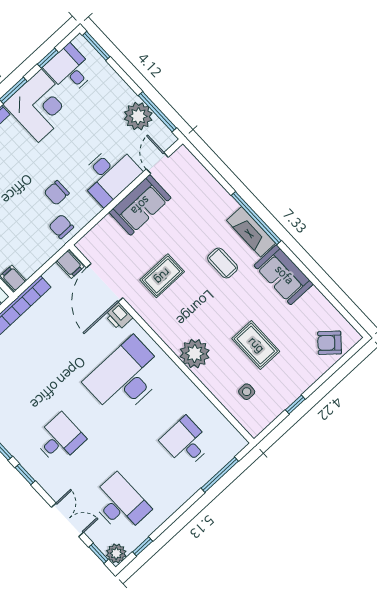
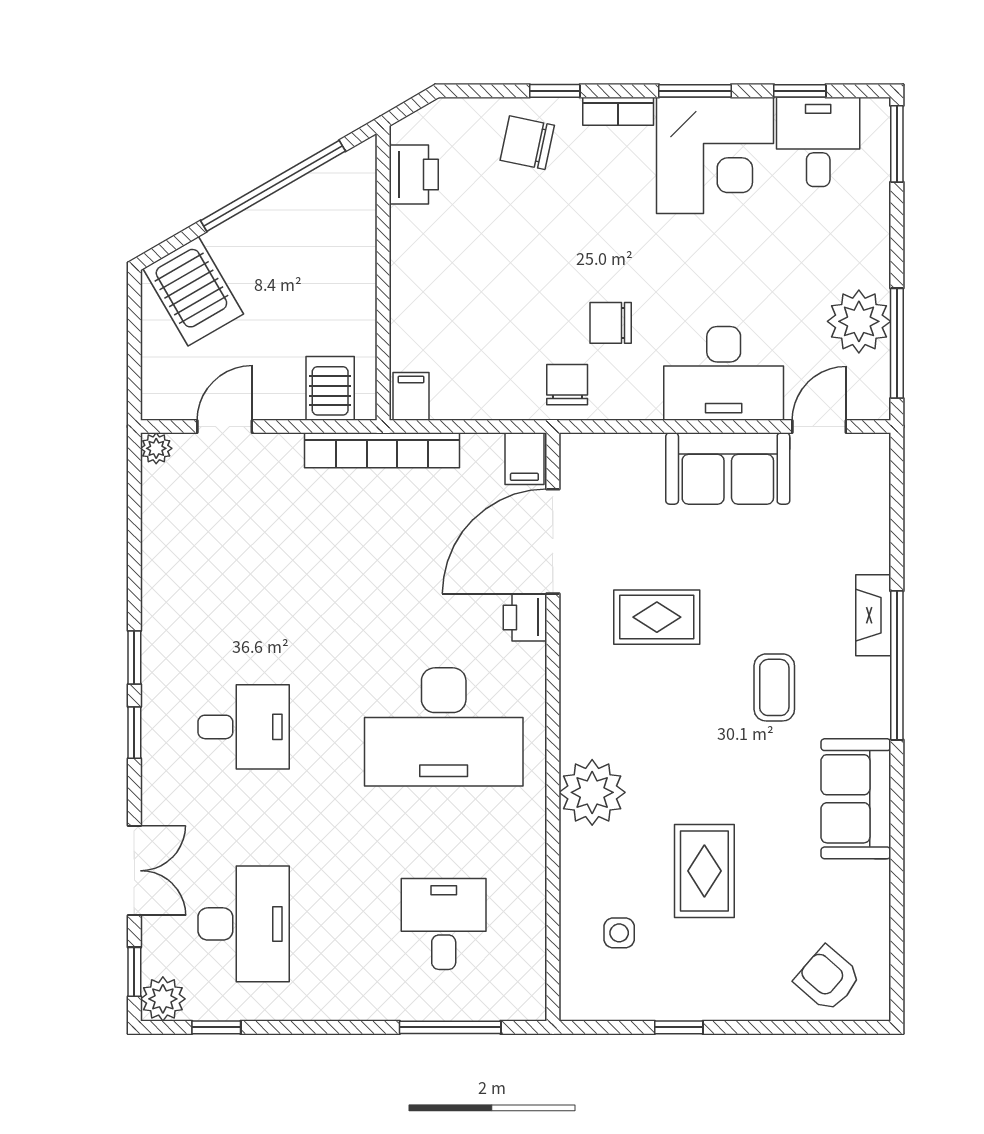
fireplace: (251, 232) -> (873, 615), moved, width x0.73, depth x0.76
desk: (126, 377) -> (444, 727), turned 180

